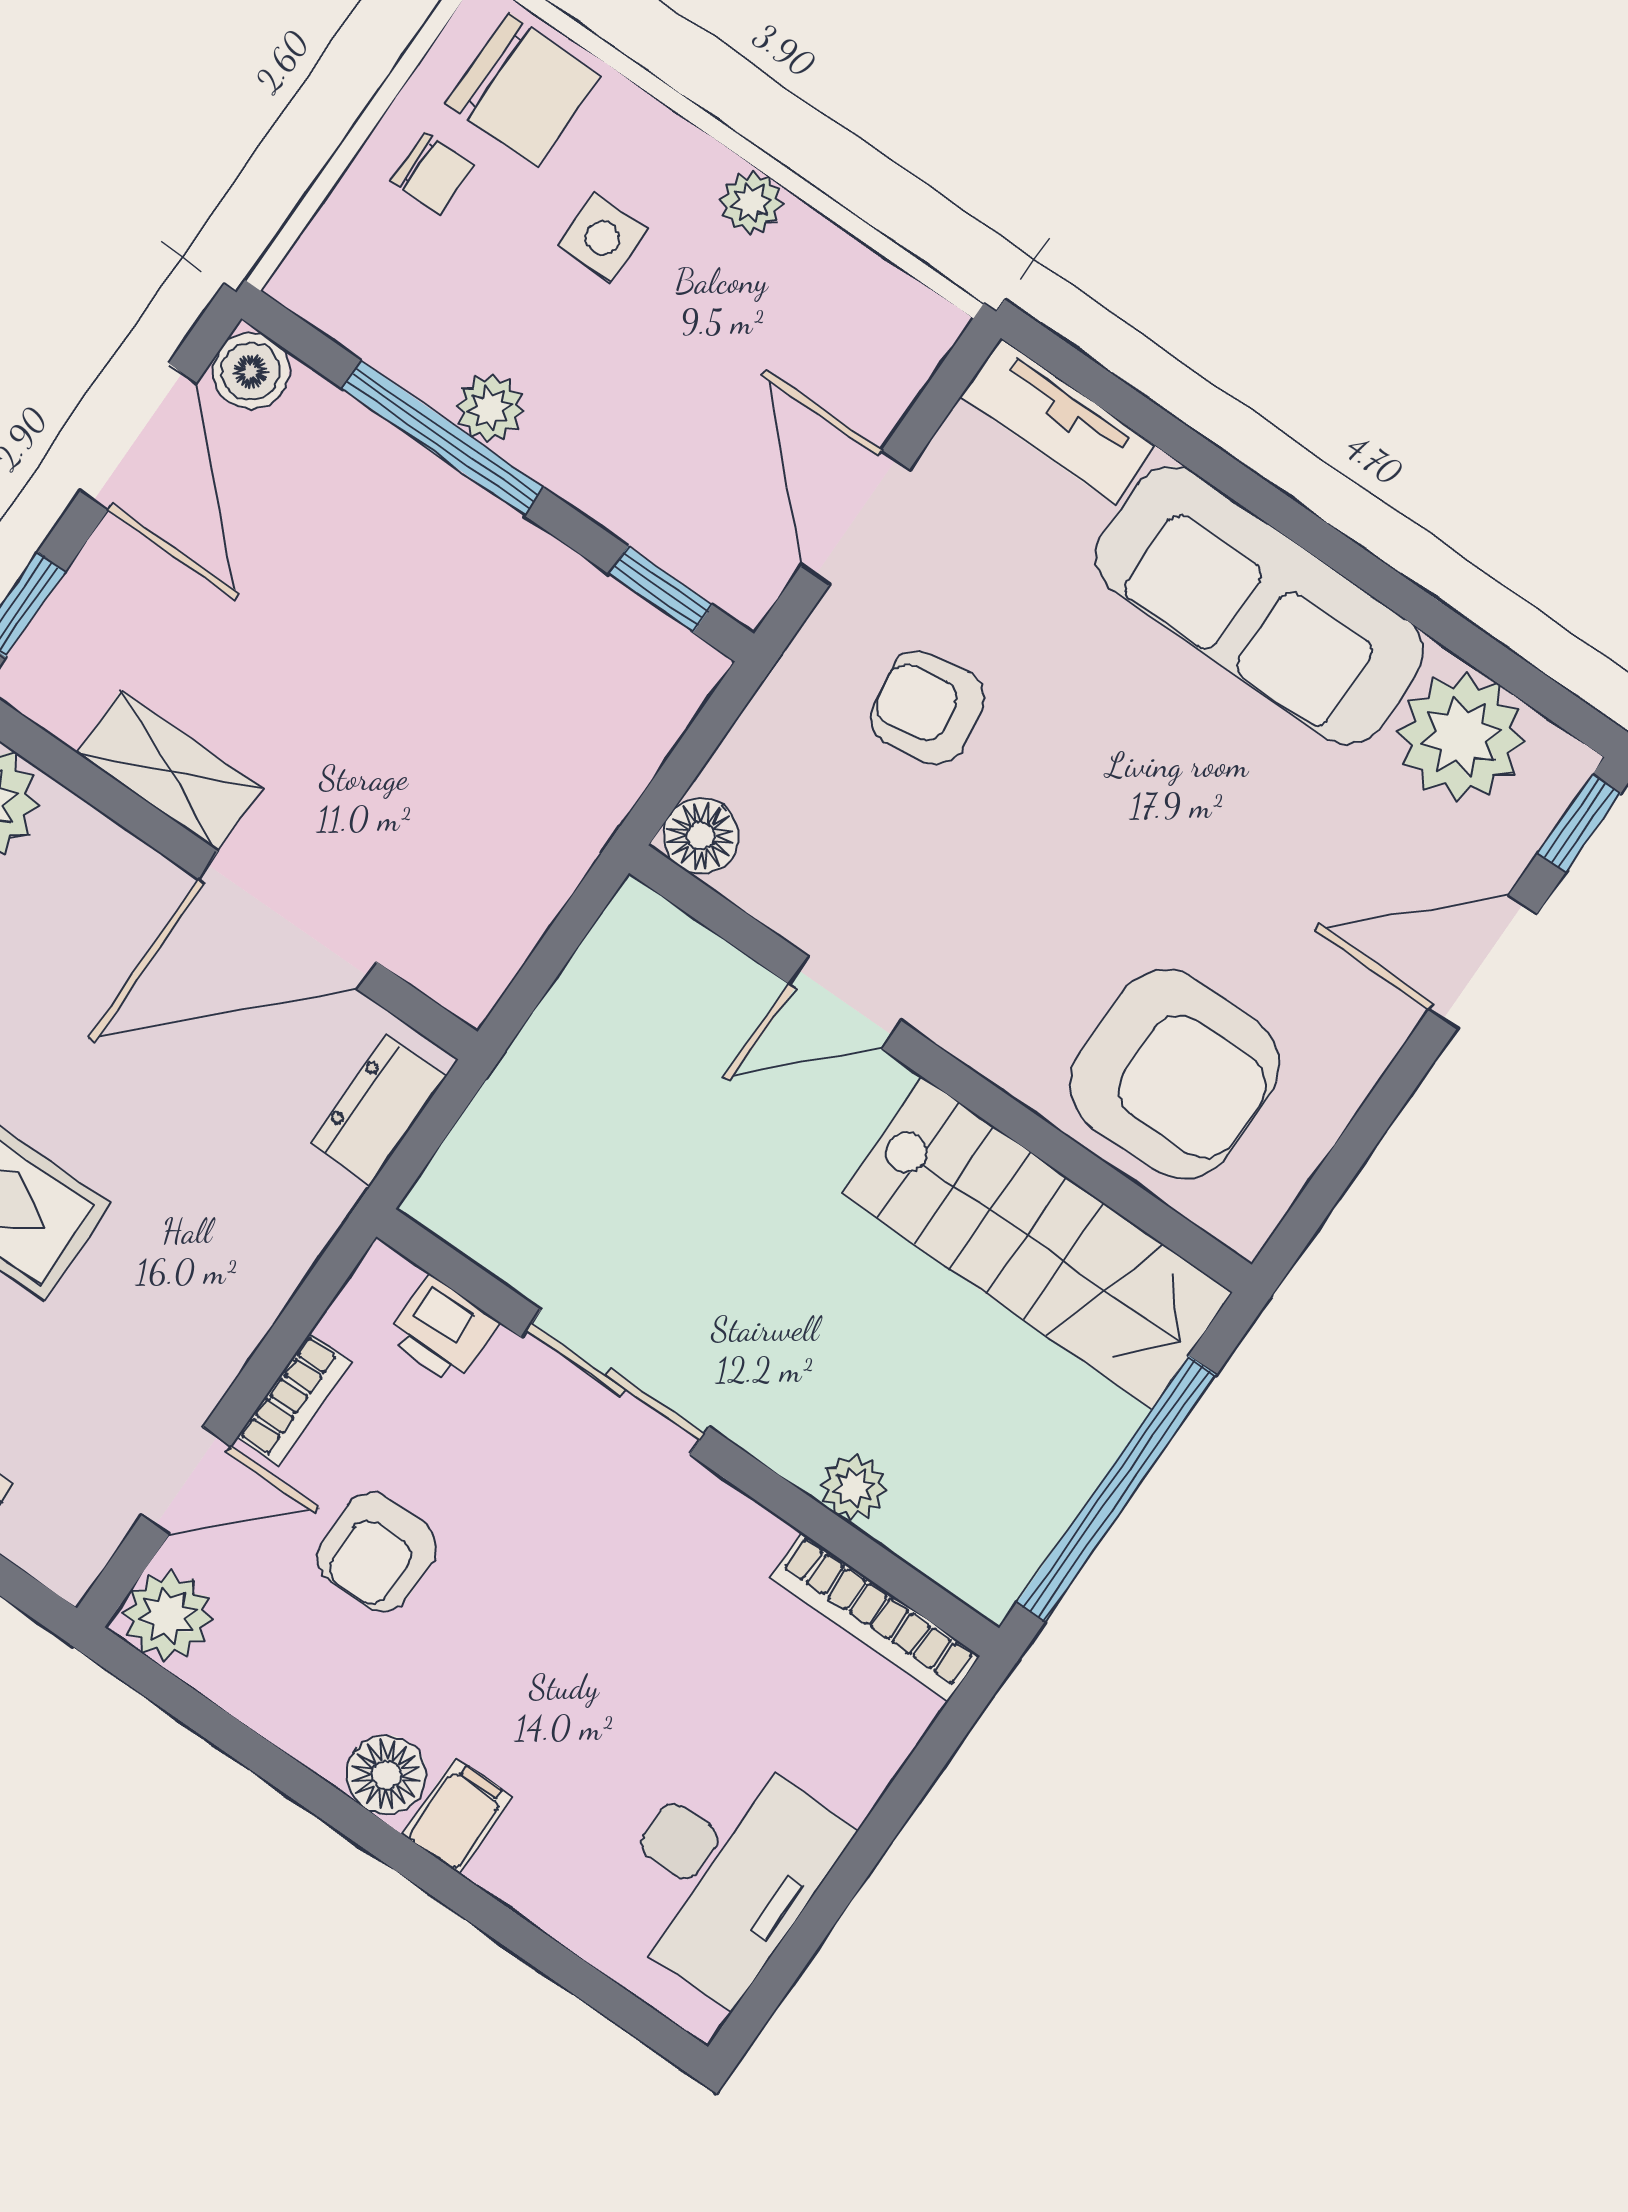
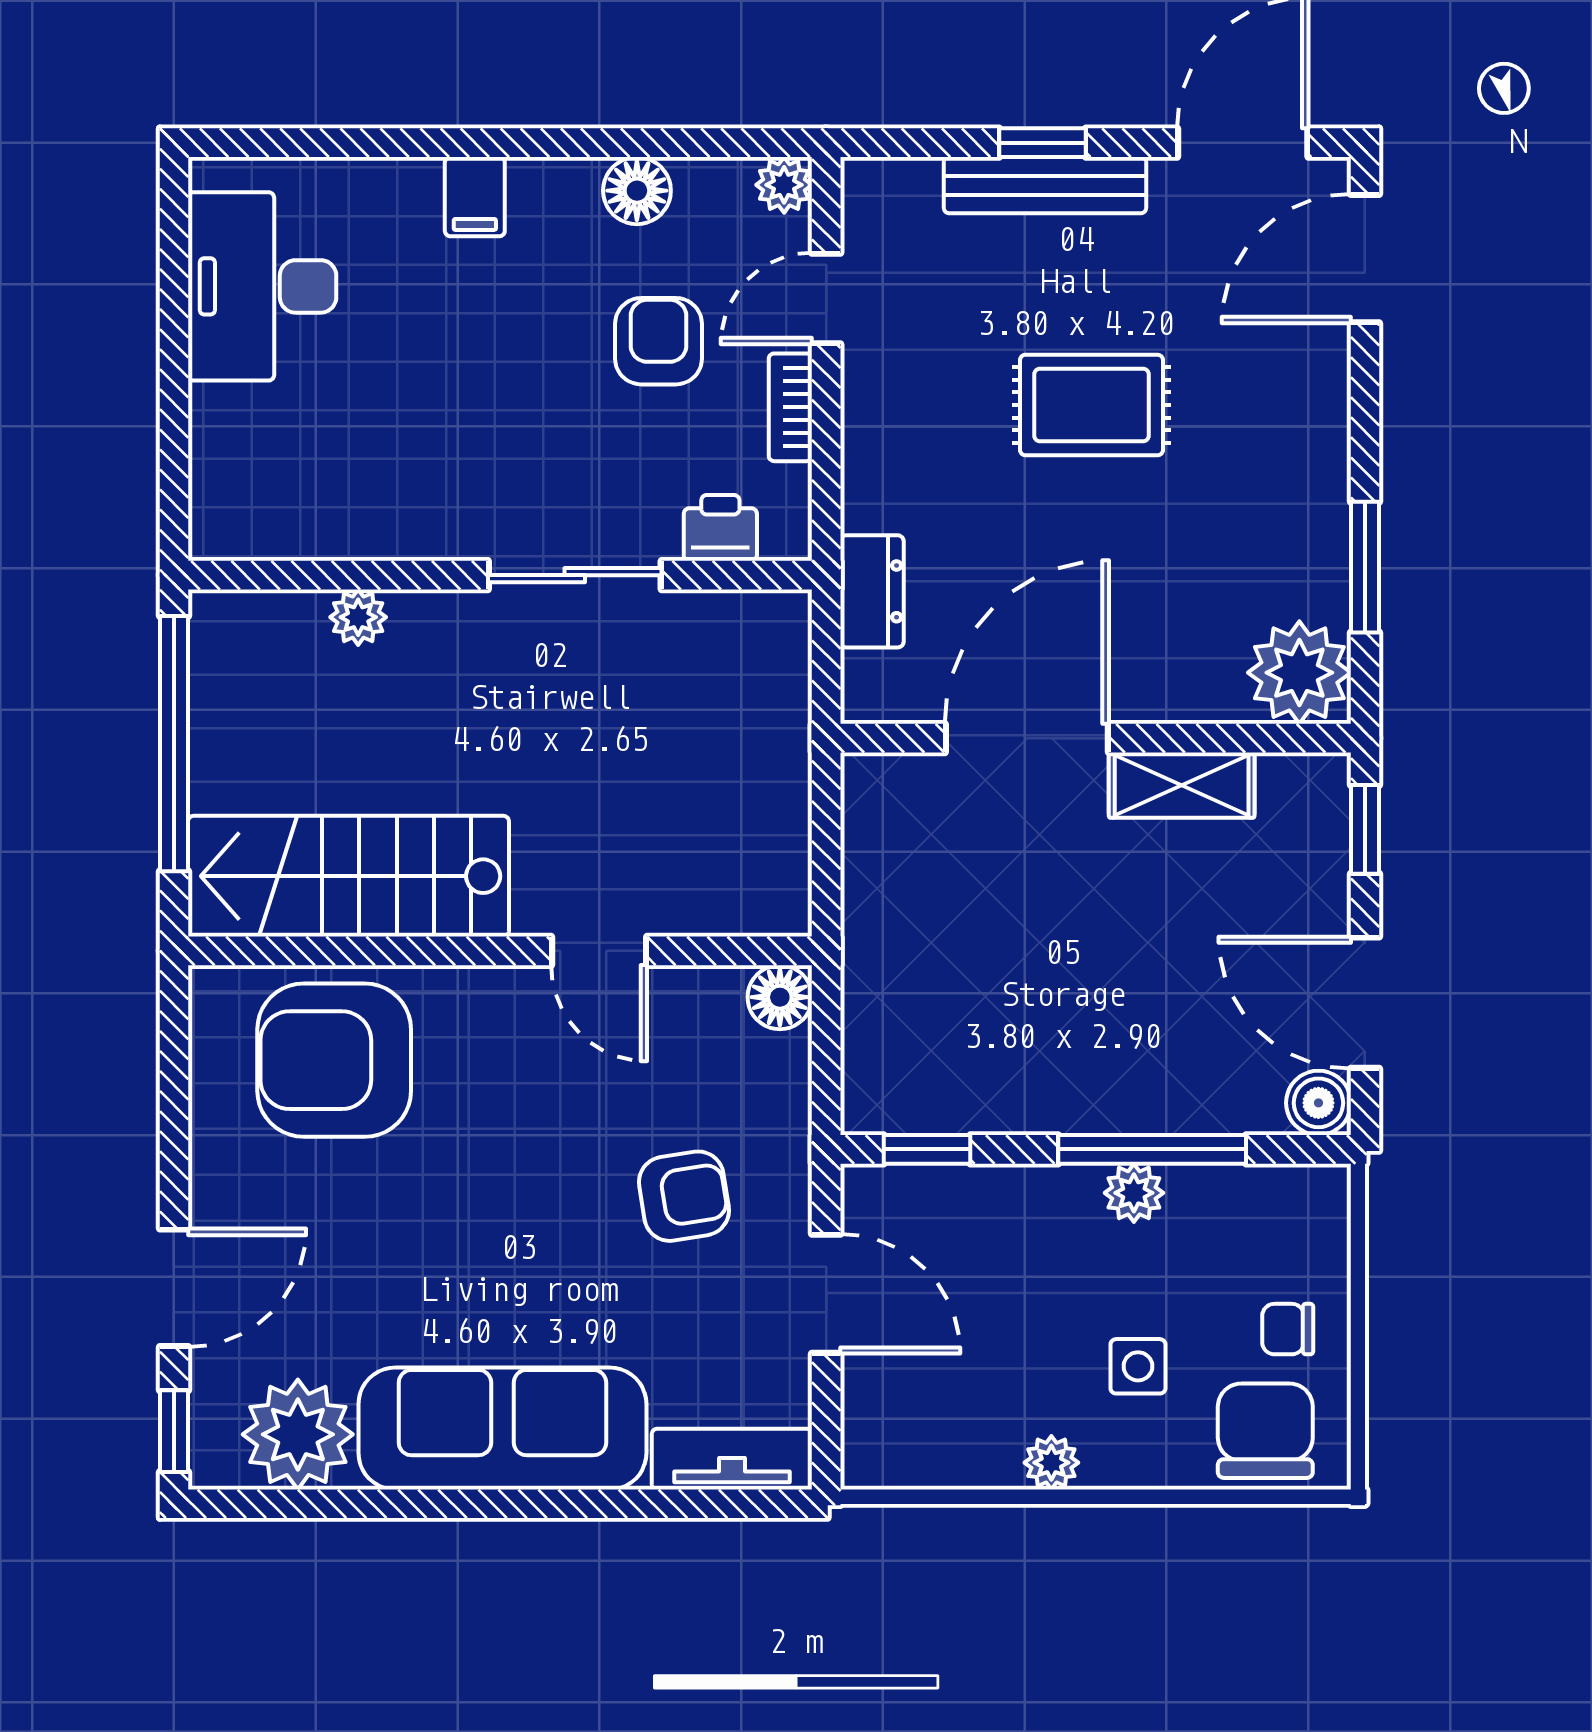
chair: (523, 90) -> (1265, 1431), turned 90
door: (845, 1002) -> (599, 951), swing flipped
dresser: (378, 1109) -> (872, 591), moved
plant: (168, 1616) -> (784, 185), width x0.73, depth x0.73
bookcase: (875, 1617) -> (280, 537), removed
floor lamp: (386, 1775) -> (637, 191), moved

